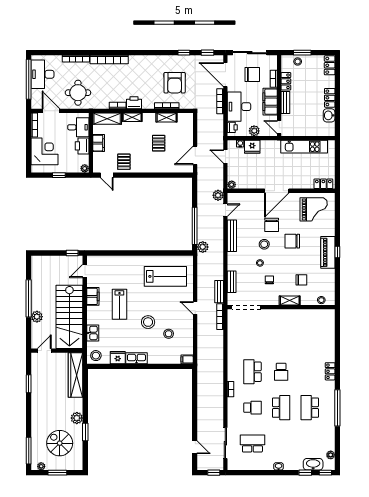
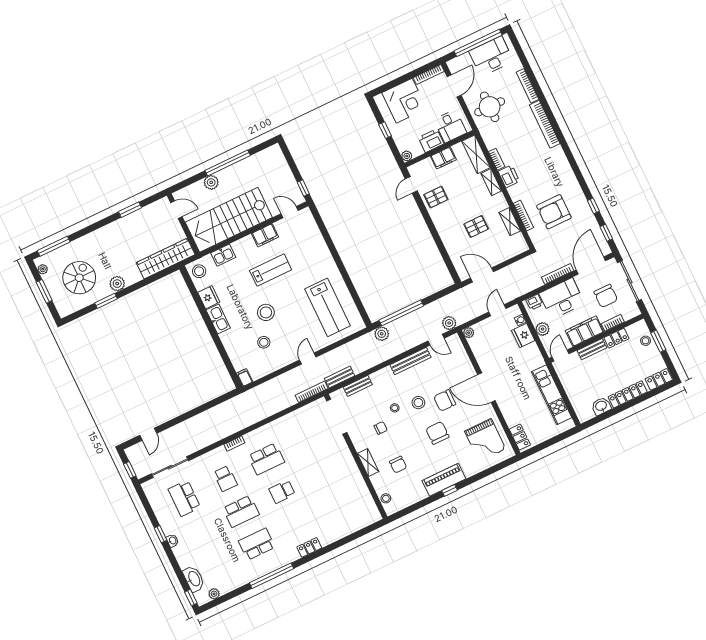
locker: (330, 98) -> (628, 394), width x1.53
lab bench: (119, 304) -> (271, 270), turned 180
school desk: (252, 372) -> (266, 459), turned 180
school desk: (252, 444) -> (184, 498), turned 180
window: (305, 473) -> (161, 534), moved

